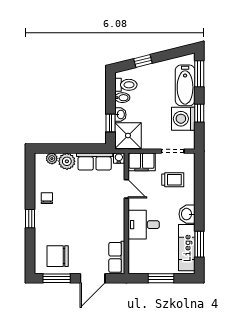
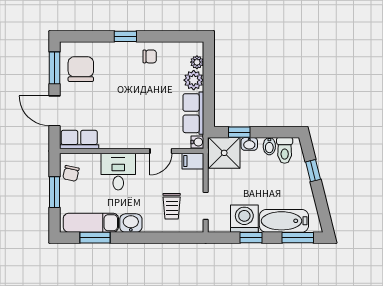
filing cabinet: (142, 162) -> (193, 161), width x0.50
chair: (145, 264) -> (71, 173), added

